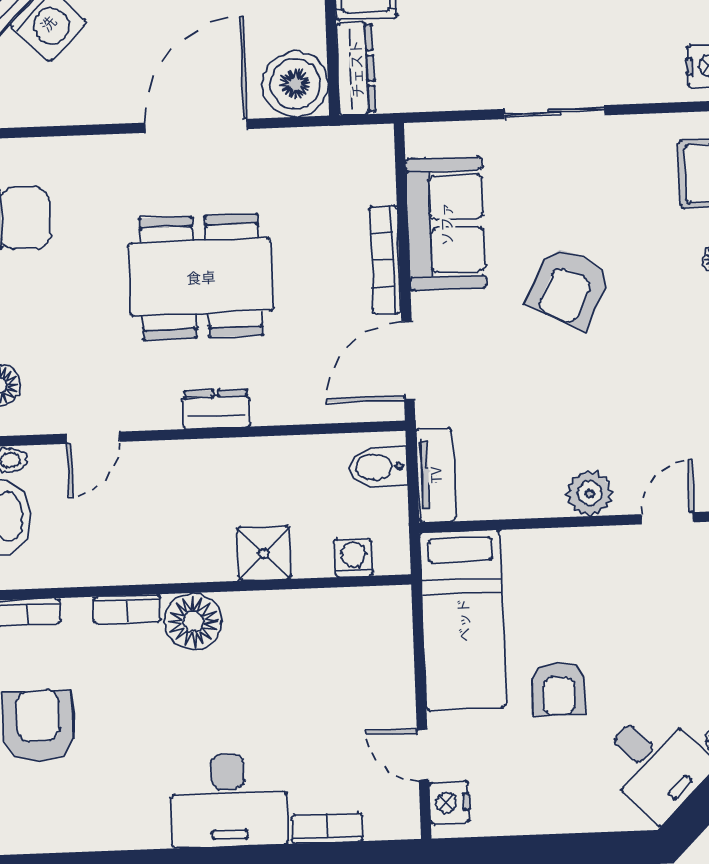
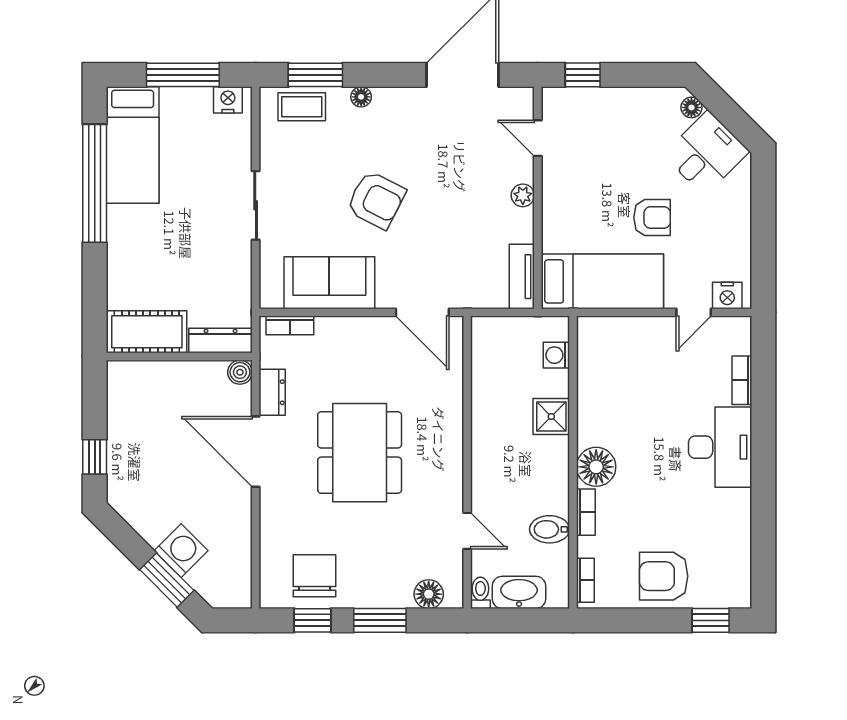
boiler: (295, 84) -> (240, 372), width x0.54, depth x0.54
bookcase: (385, 259) -> (290, 325), moved, width x0.64
dresser: (216, 409) -> (272, 392), moved, turned 180
bidet: (378, 467) -> (550, 529), moved, turned 90
tv unit: (435, 475) -> (522, 277), moved, turned -90
plant: (589, 493) -> (523, 195), width x0.73, depth x0.73

